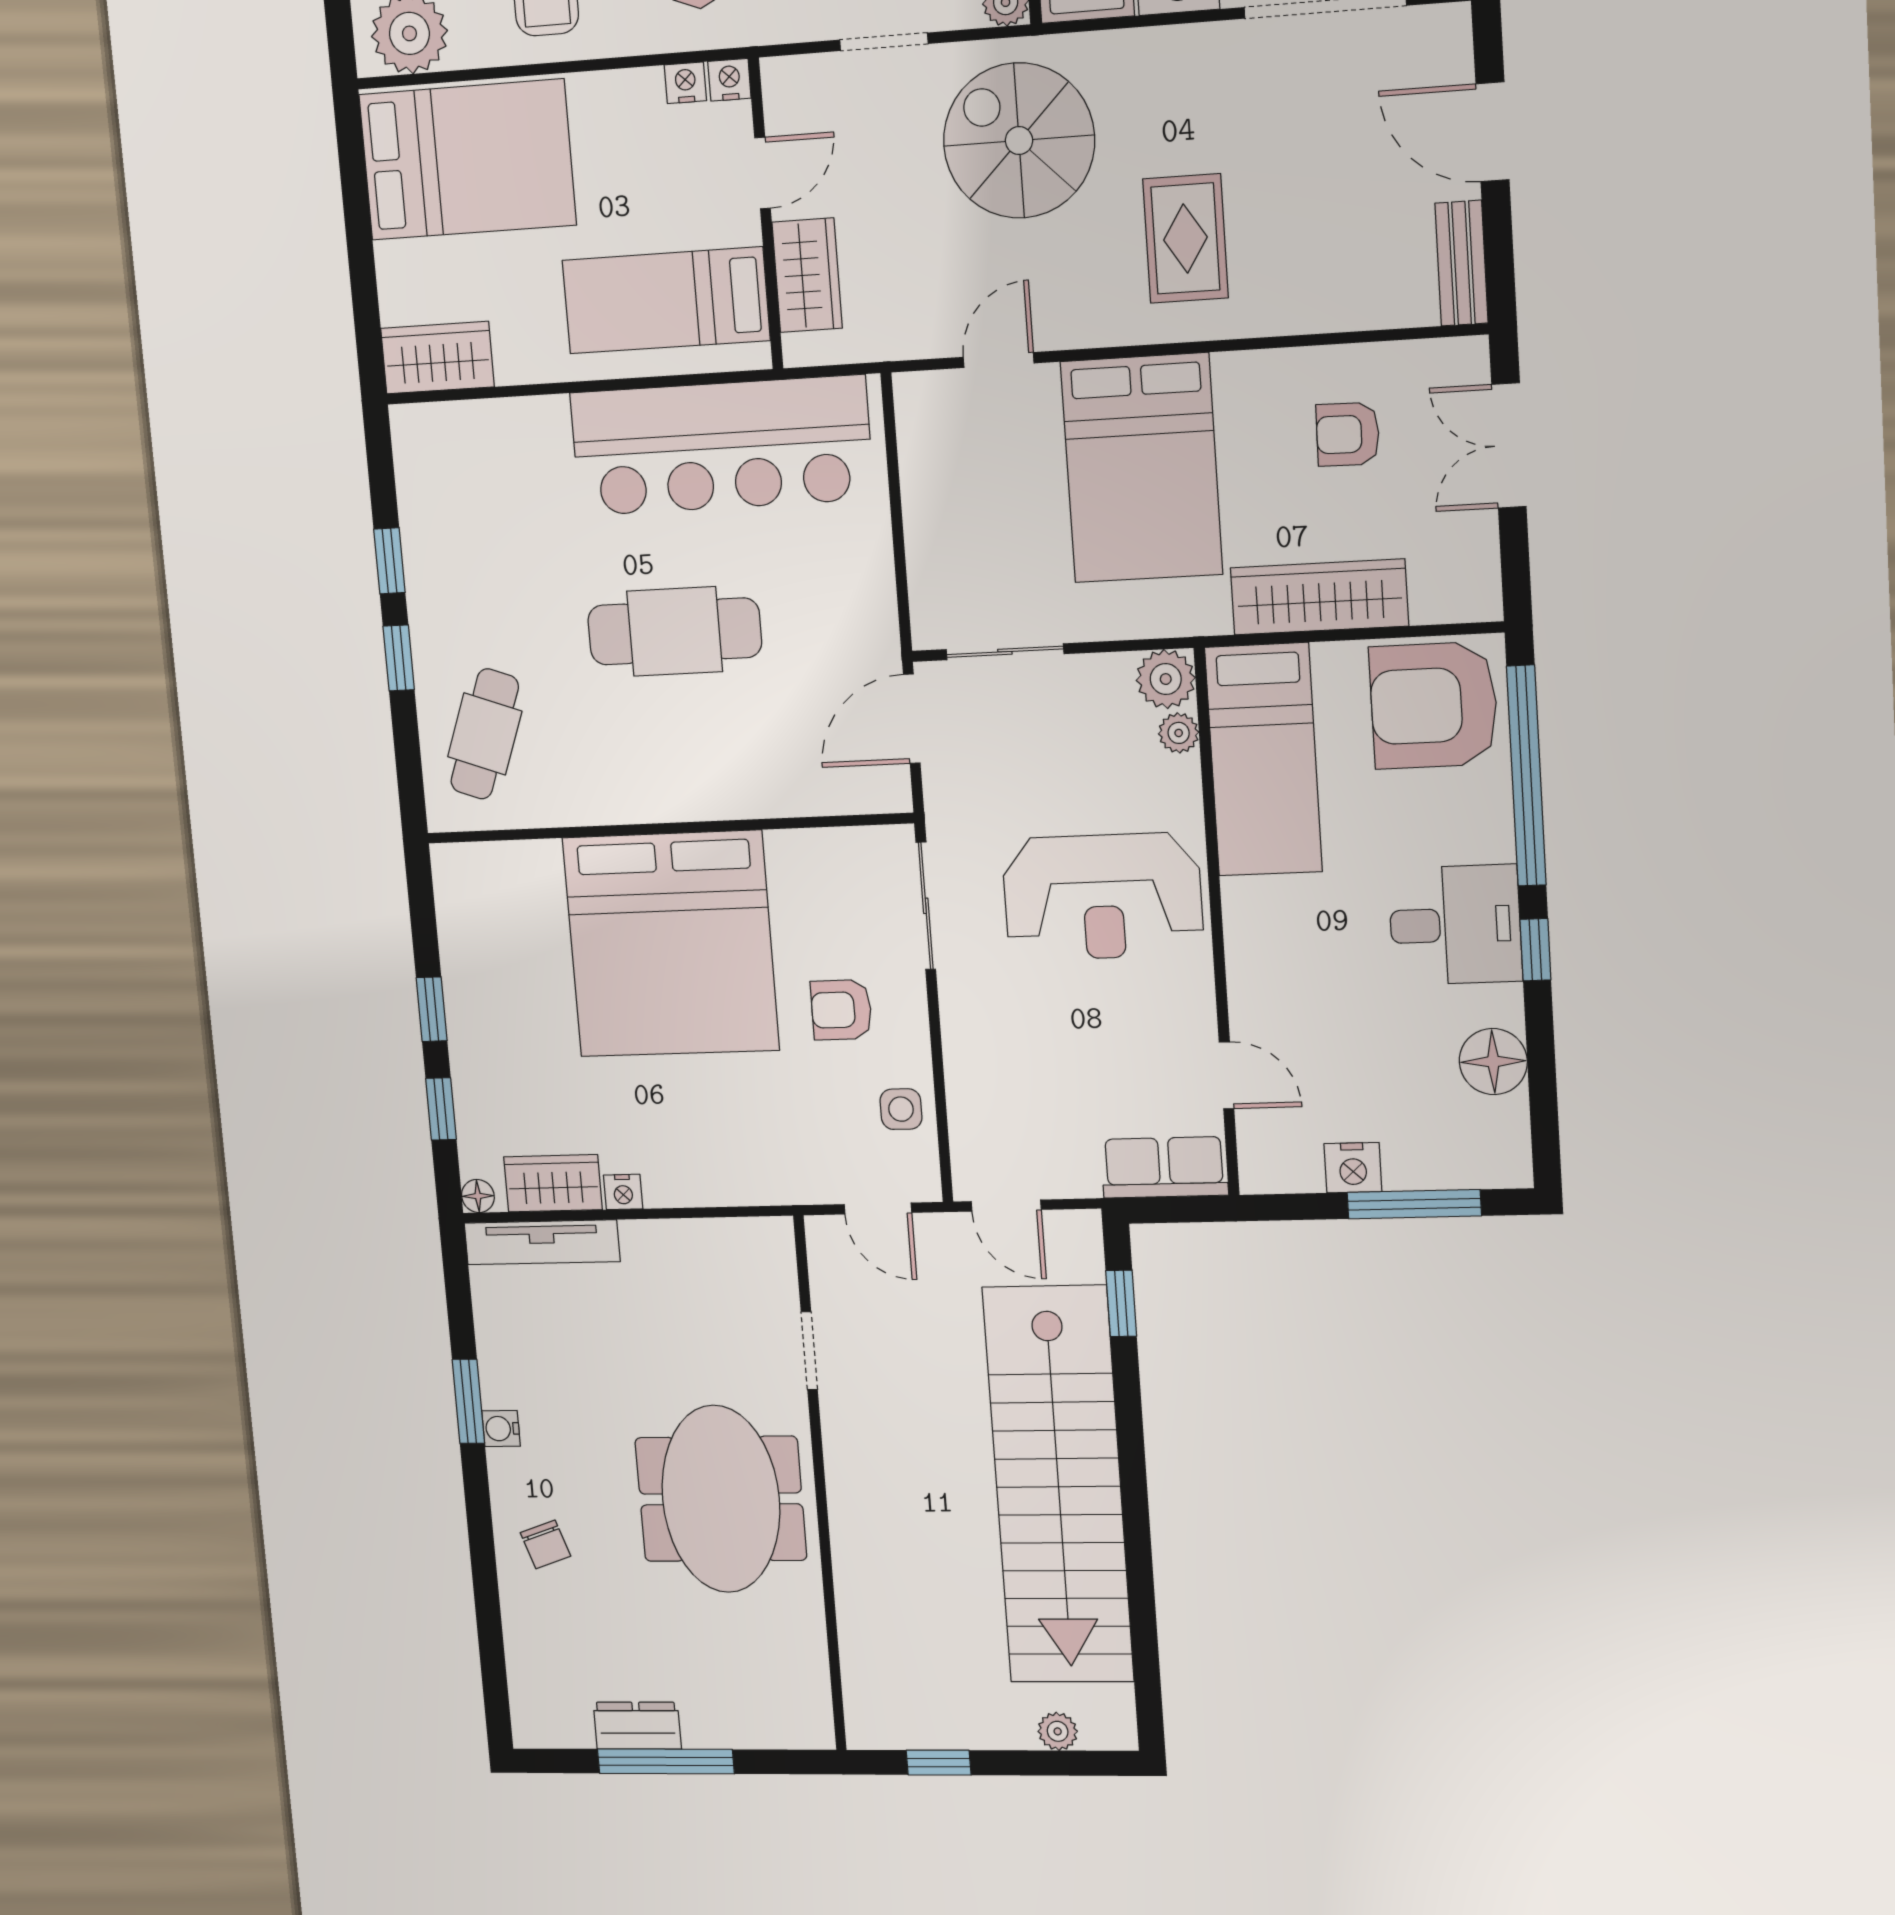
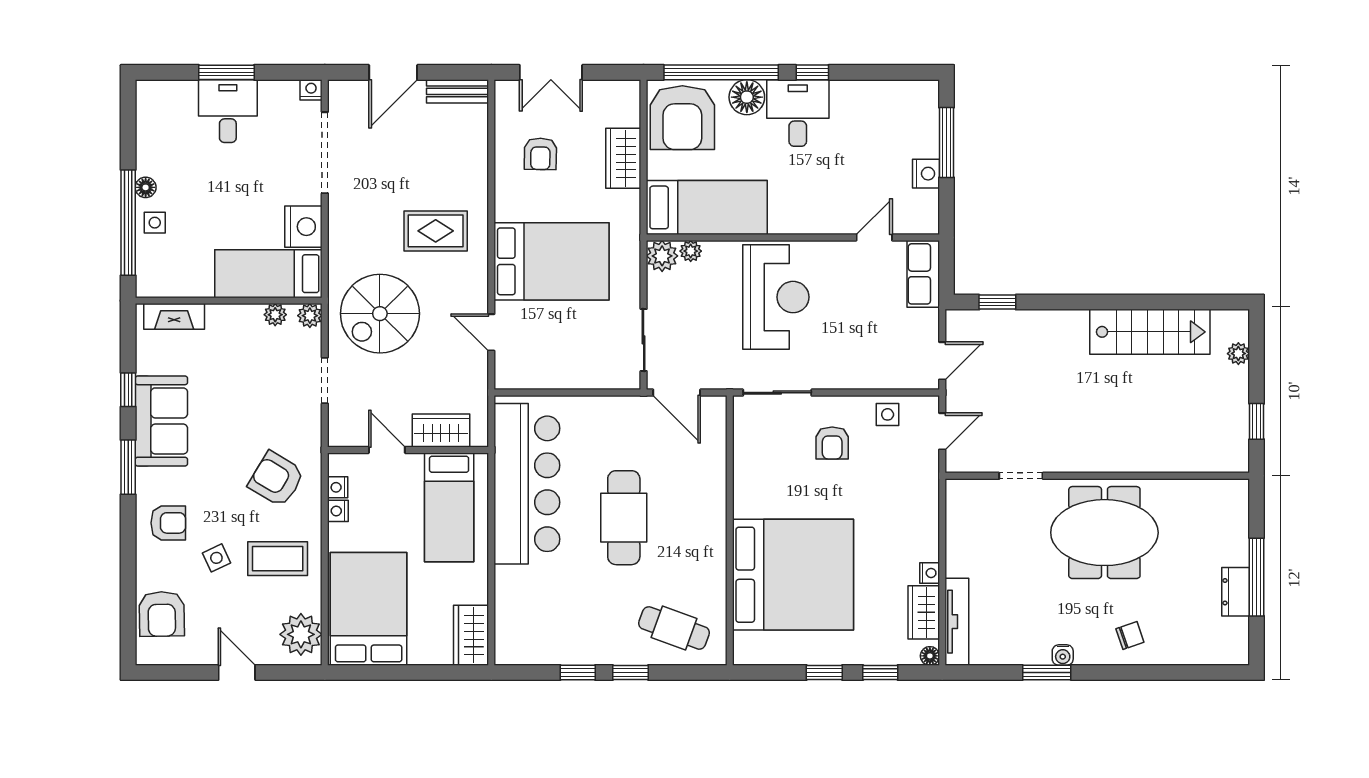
nightstand: (729, 80) -> (338, 511), moved
wardrobe: (1319, 597) -> (623, 158), width x0.67
bed: (671, 944) -> (793, 575), moved
floor lamp: (1493, 1062) -> (747, 97), moved
stairs: (1058, 1485) -> (1150, 332), width x0.54, depth x0.66

